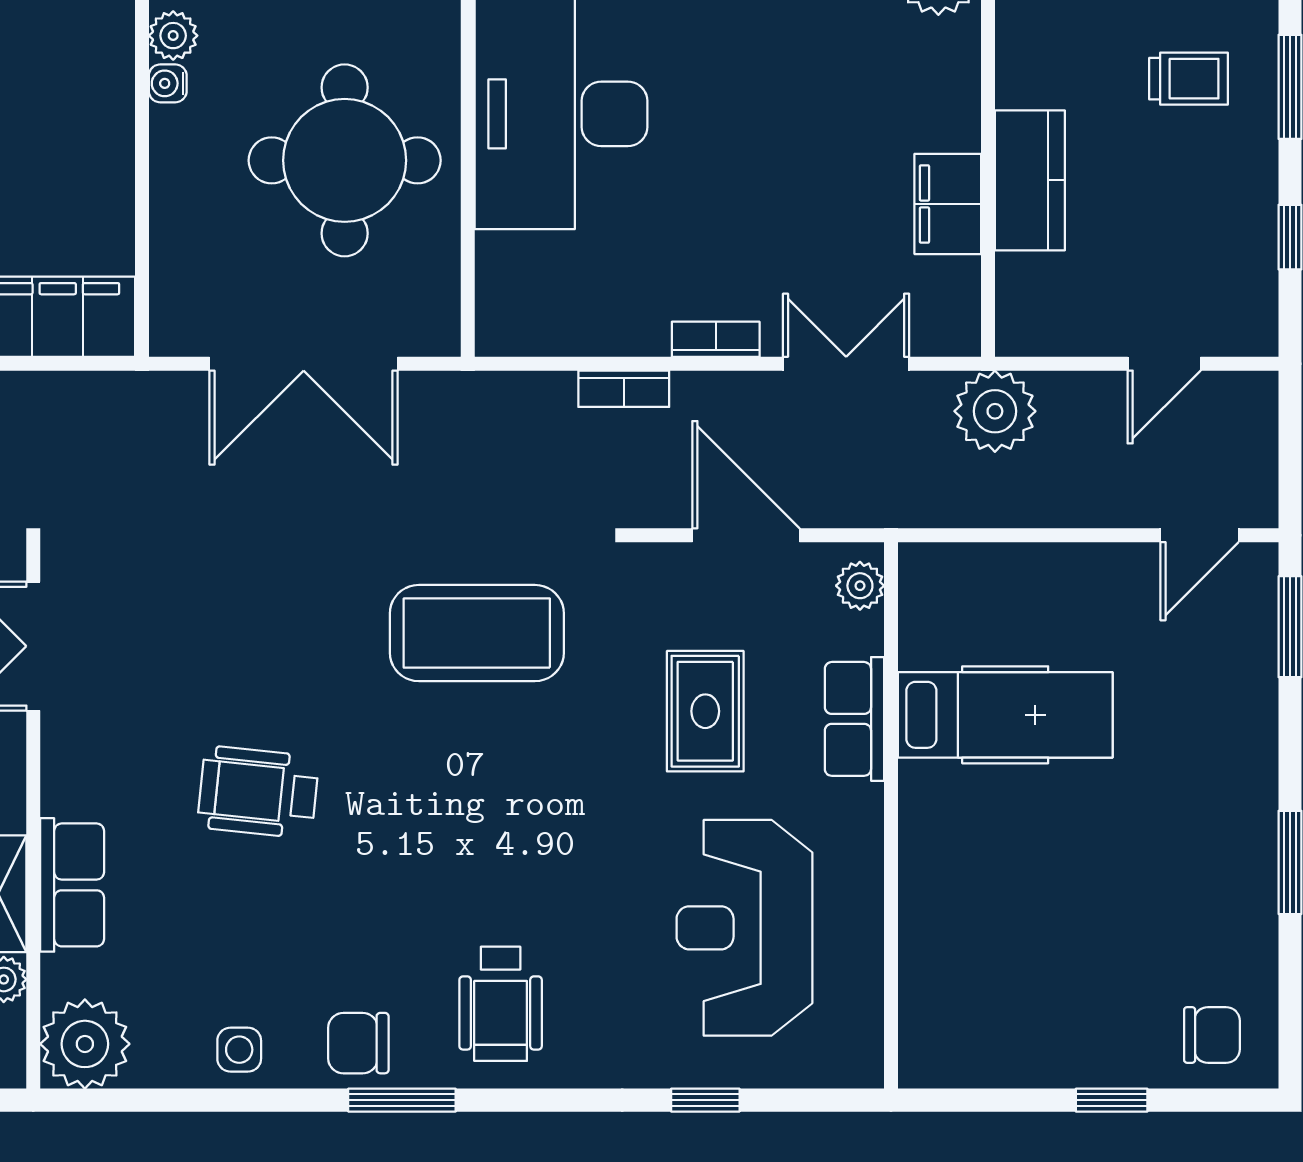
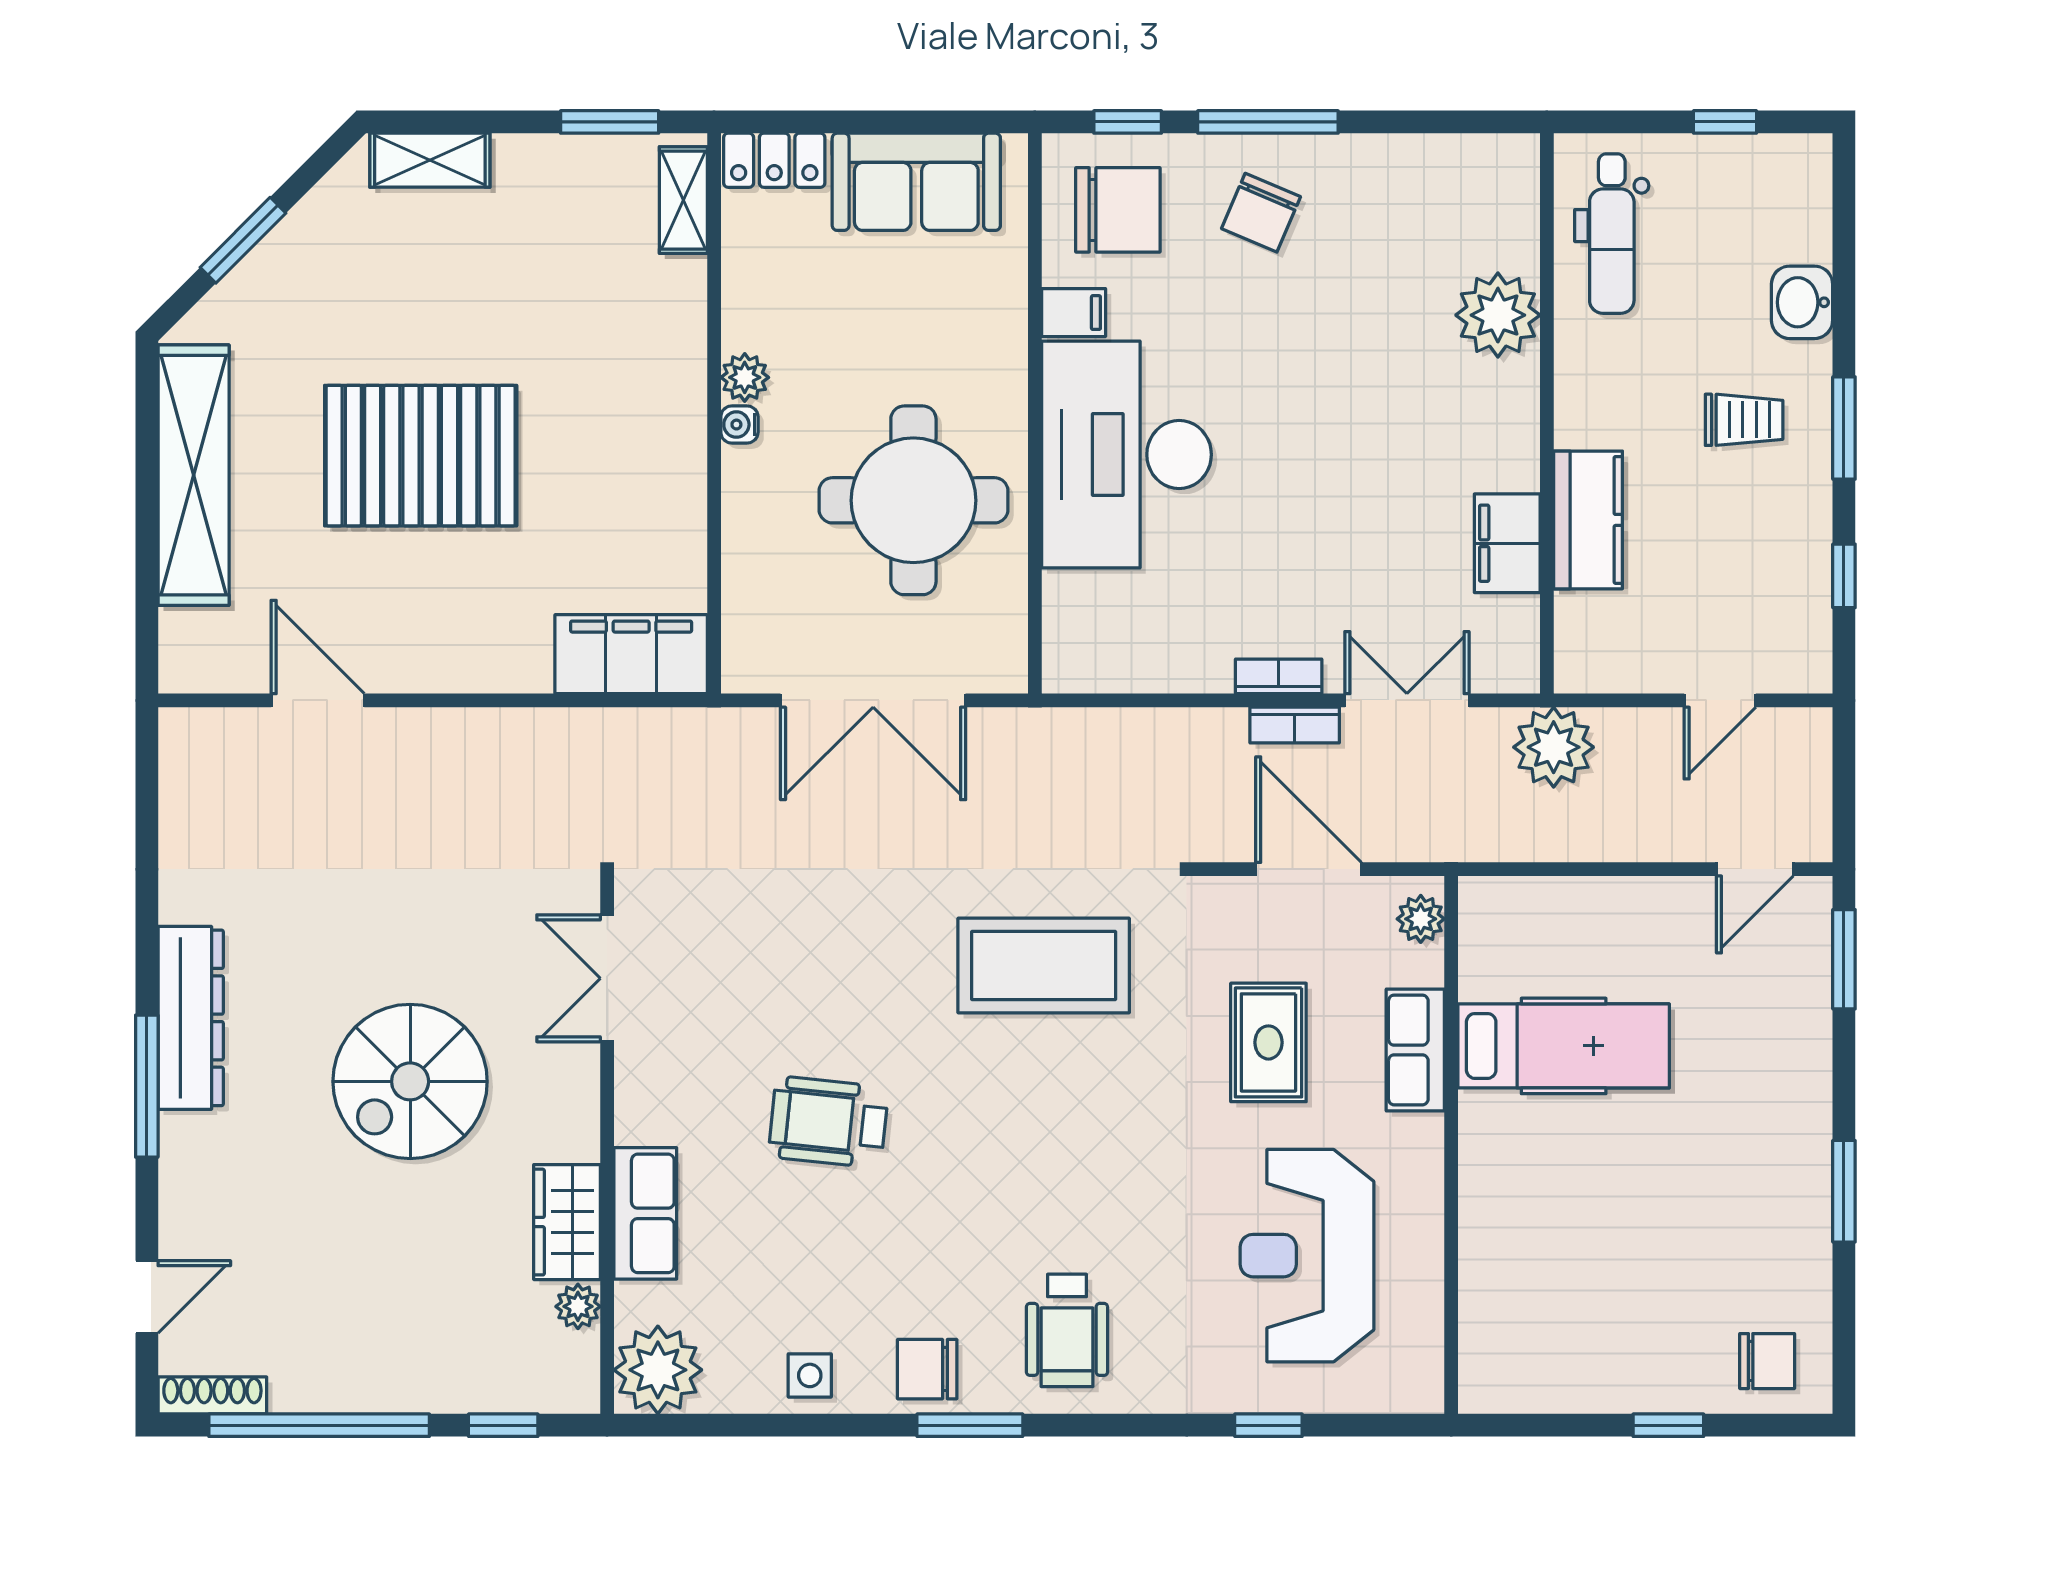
bookcase: (624, 389) -> (1295, 725), moved

